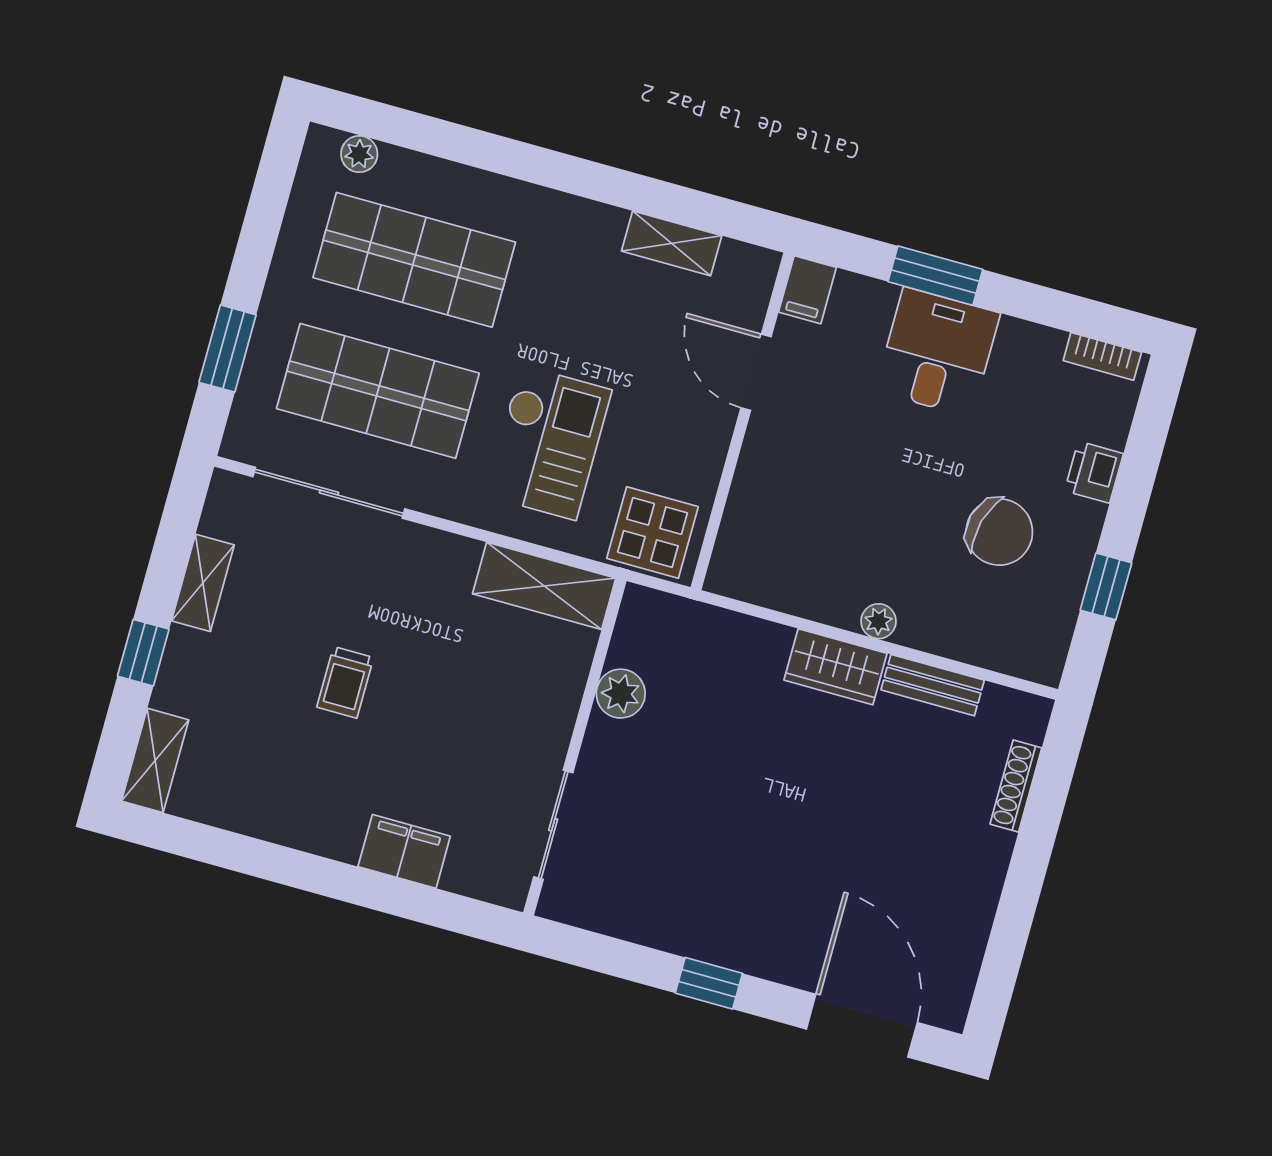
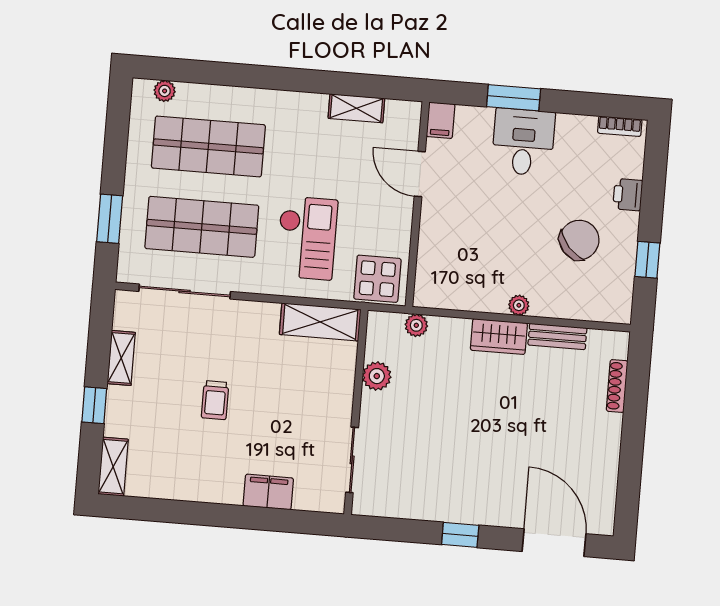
chair: (999, 532) -> (579, 240), turned -57
plant: (702, 622) -> (416, 325), added

